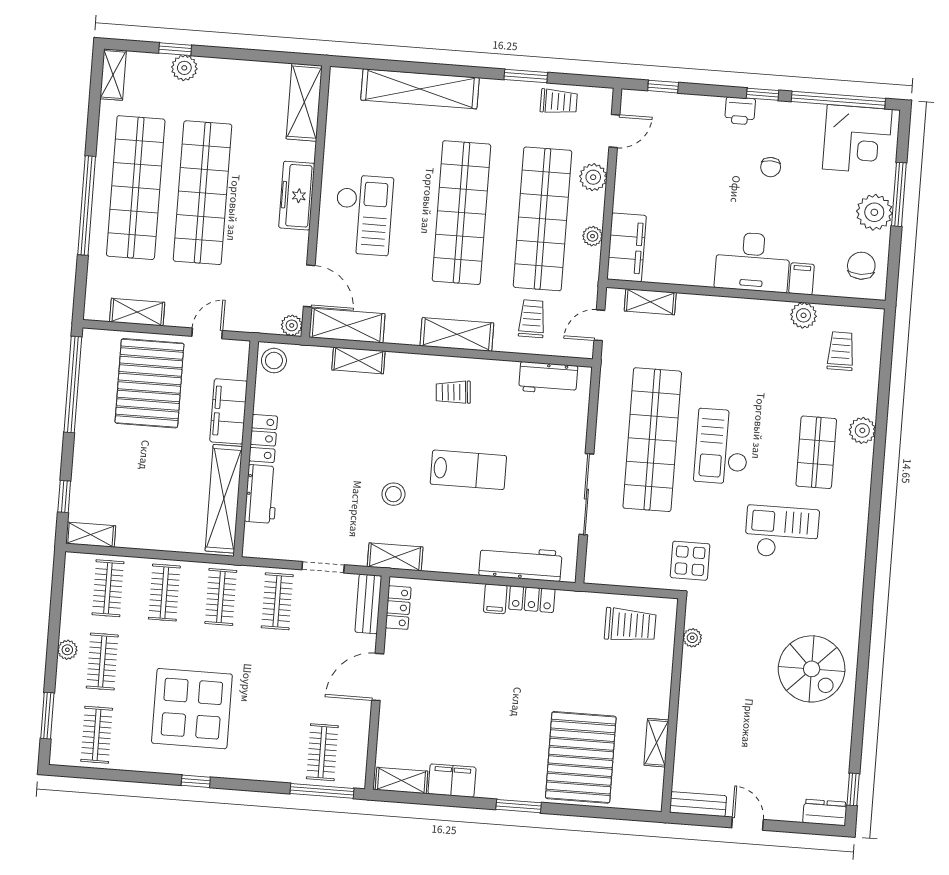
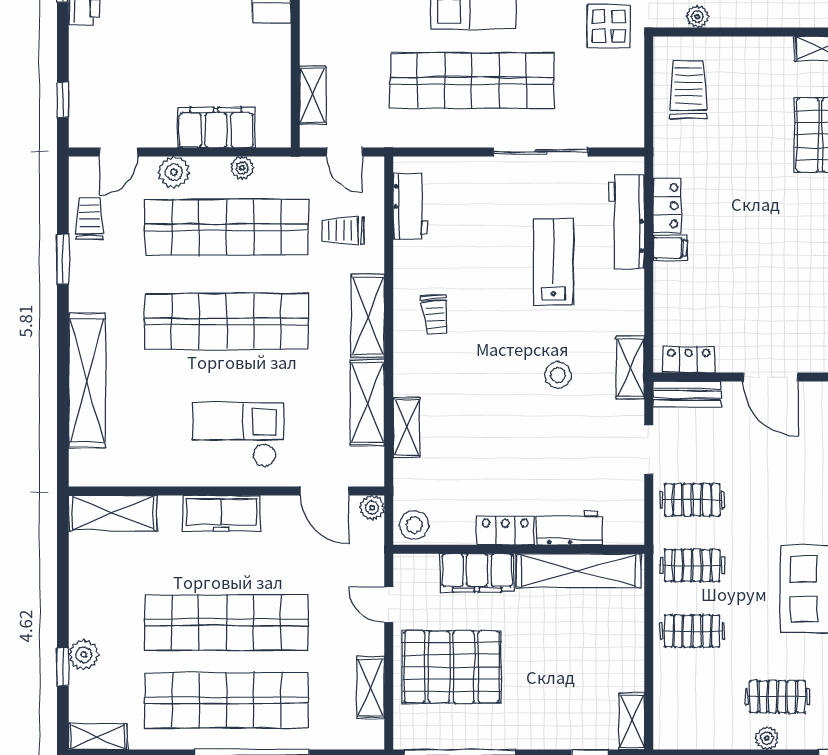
door: (614, 131) -> (119, 152), swing flipped
filing cabinet: (627, 247) -> (216, 127), moved
door: (309, 286) -> (325, 491), swing flipped
shelving: (347, 326) -> (367, 403), moved
lab bench: (468, 470) -> (553, 262), moved
clothes rail: (108, 588) -> (692, 697), removed

